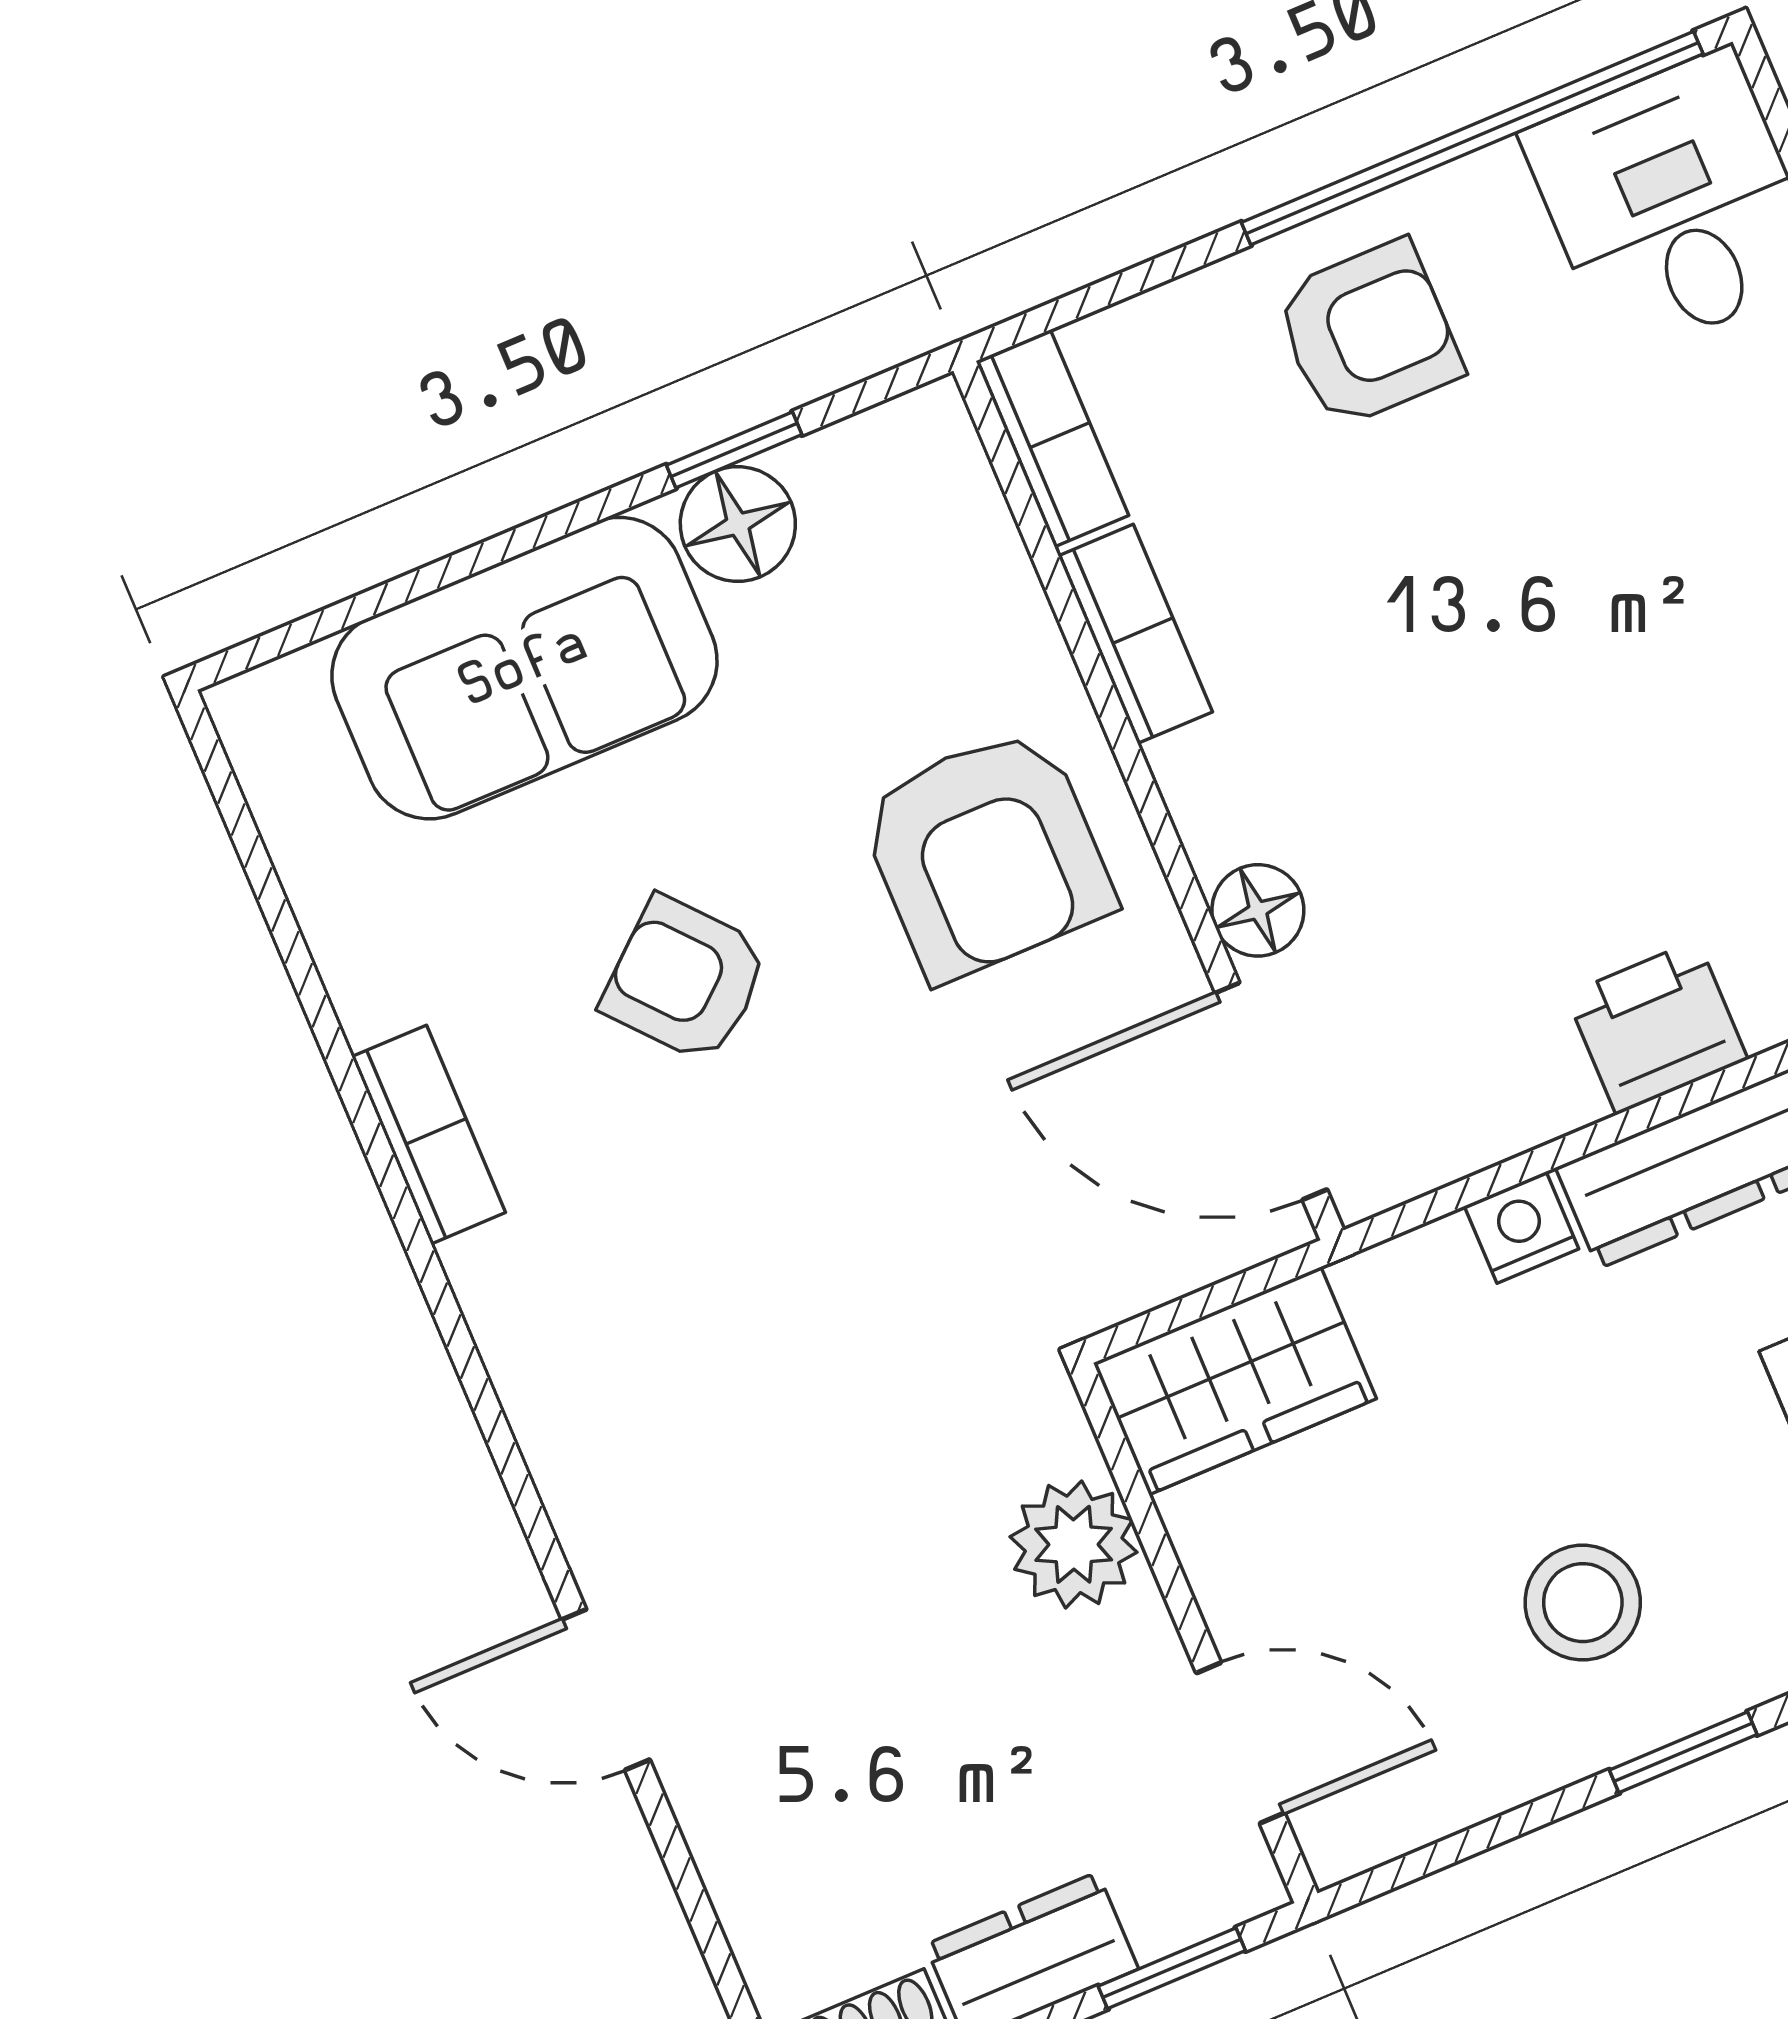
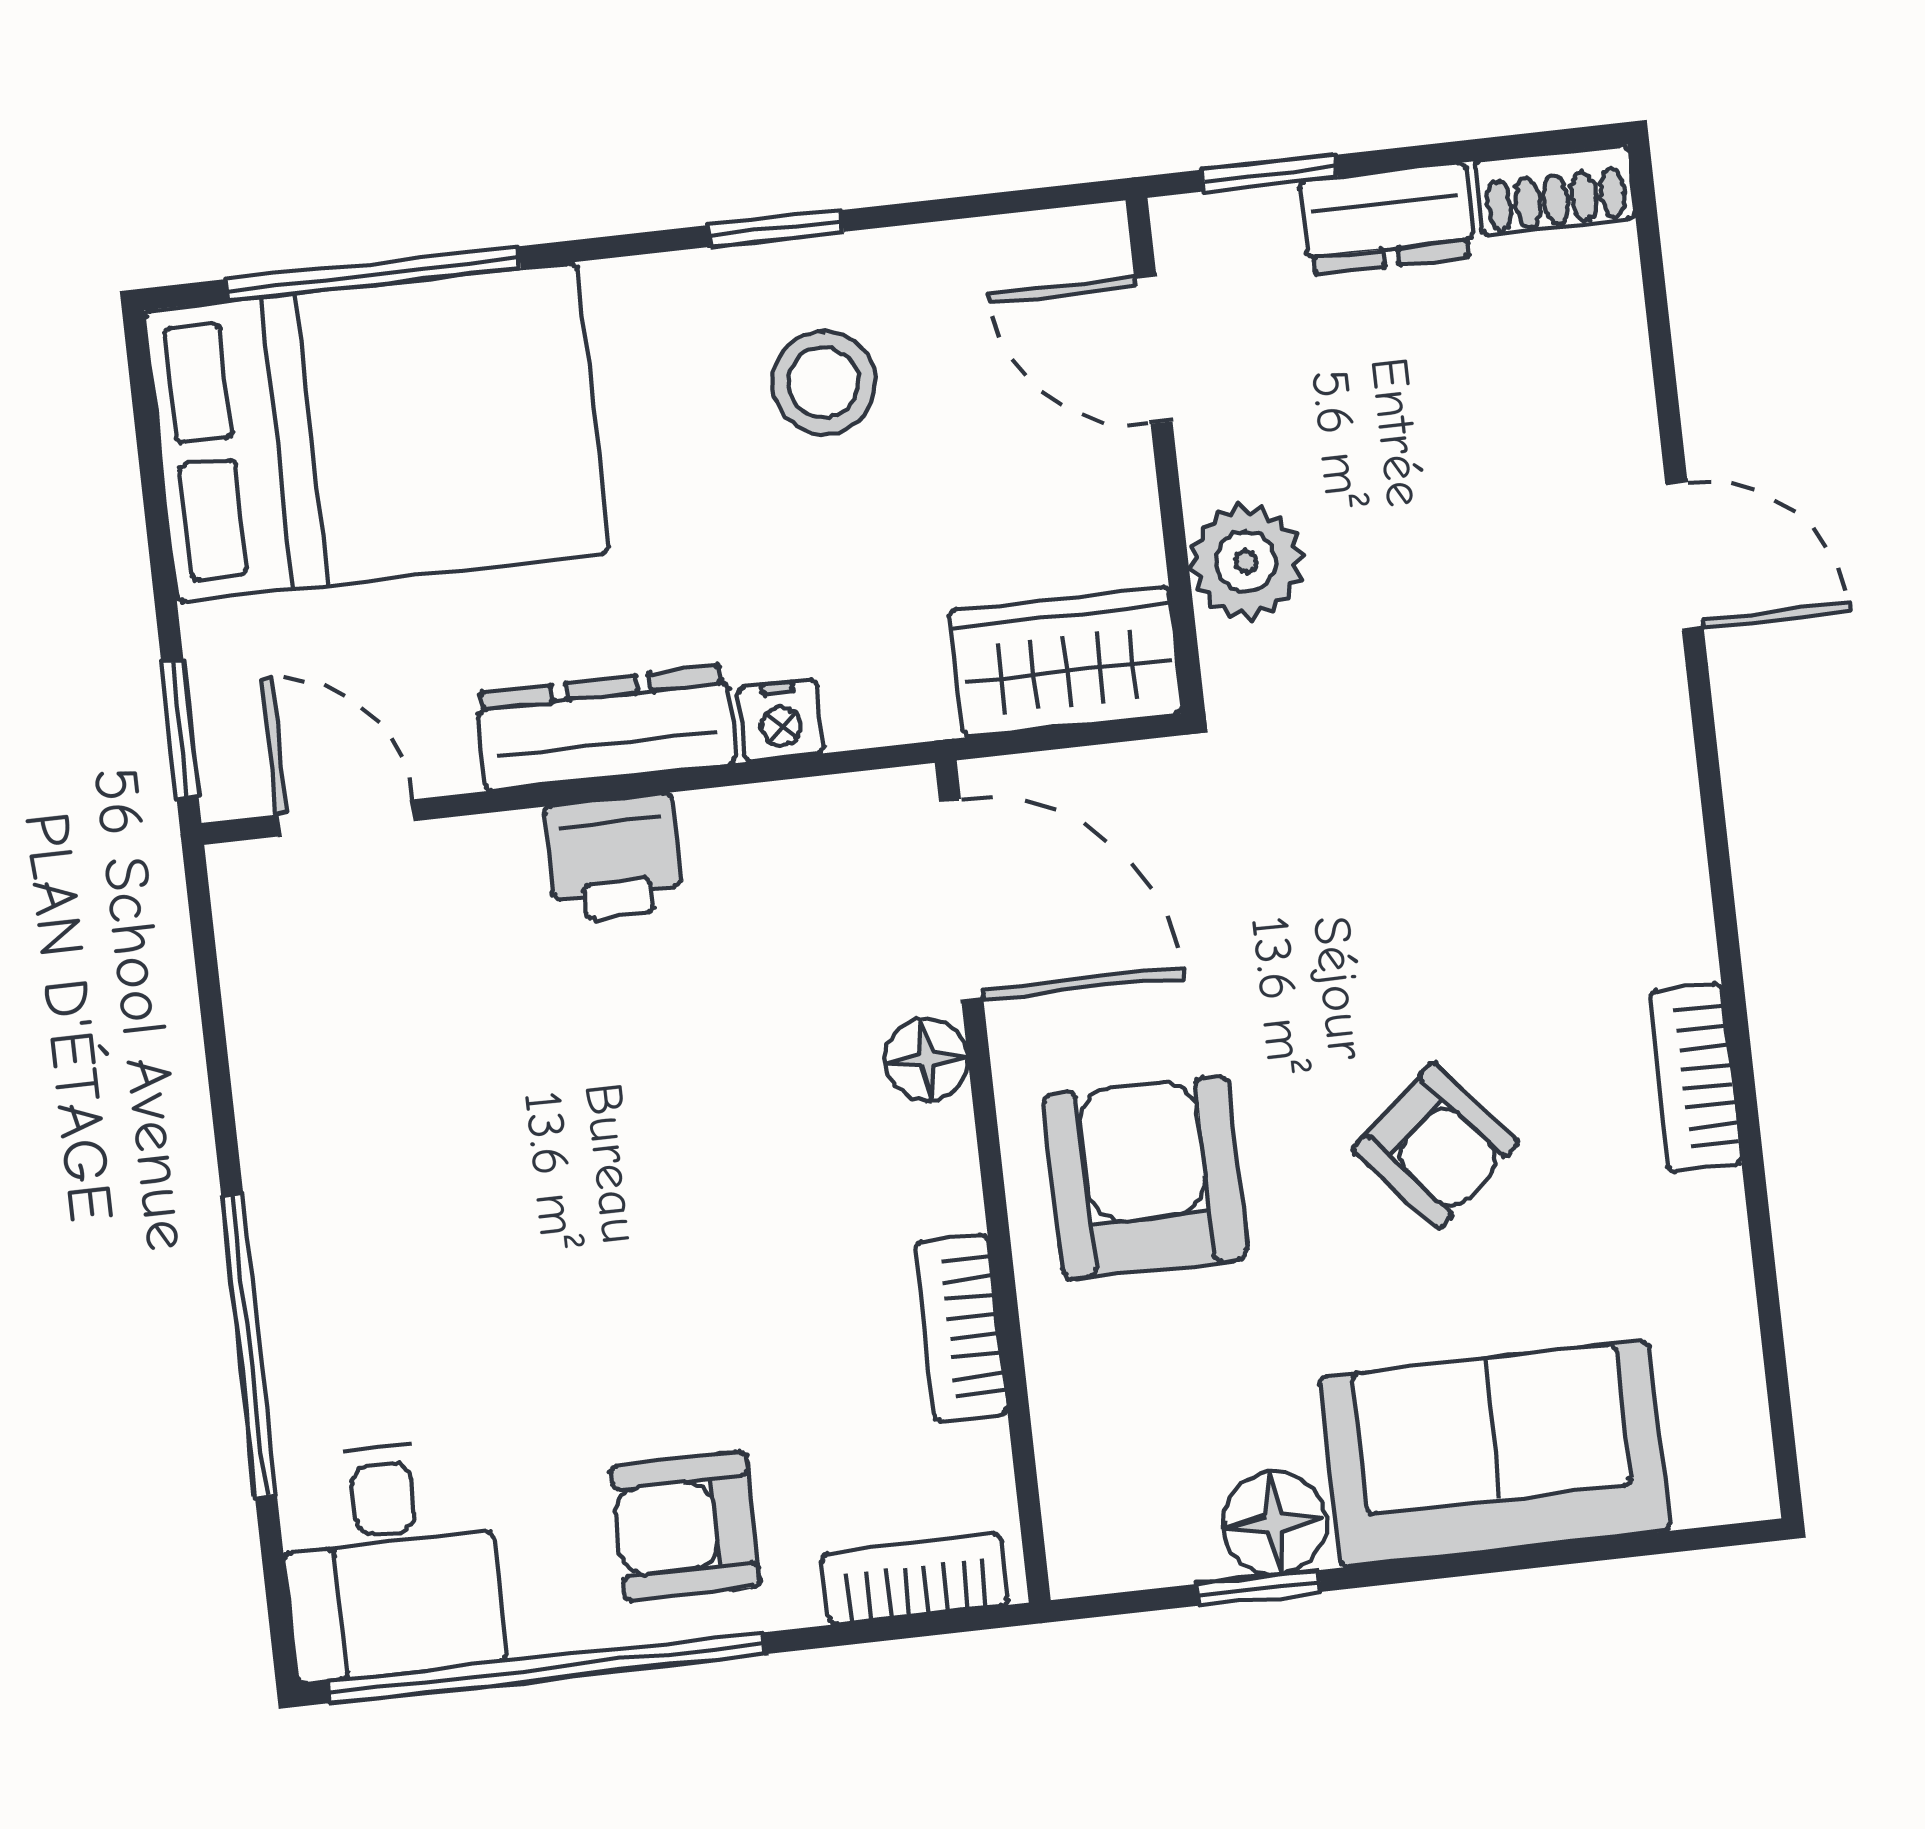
bookcase: (1052, 438) -> (915, 1579), moved, turned 90

